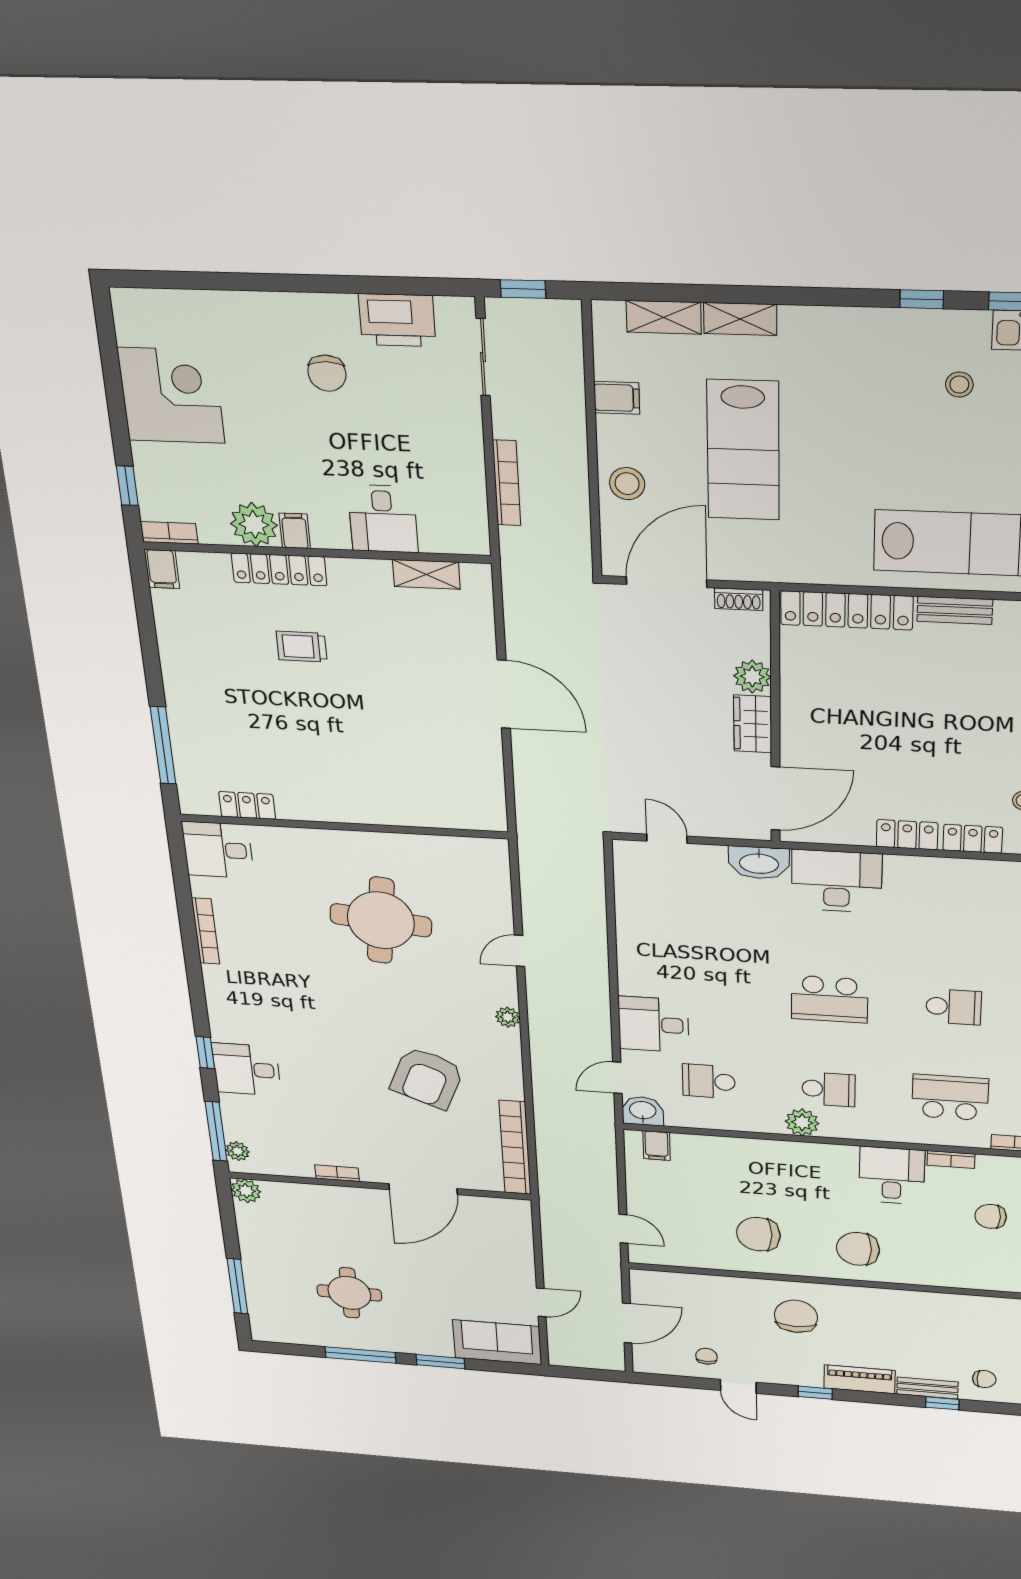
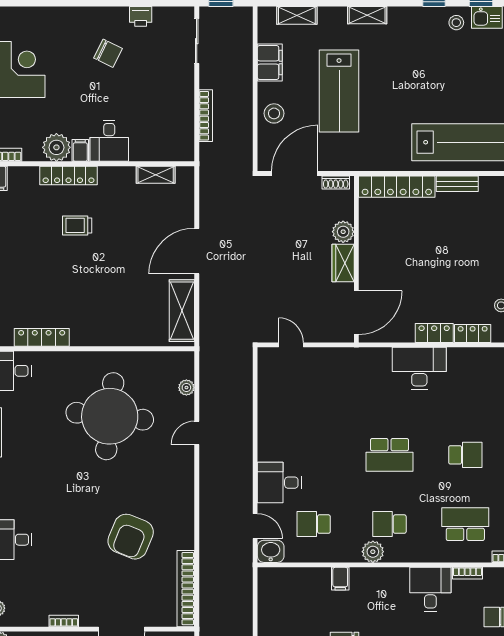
shelving: (740, 319) -> (367, 15), moved
printer: (397, 320) -> (141, 16), width x0.53, depth x0.68
chair: (327, 373) -> (108, 53), turned -64
stool: (959, 385) -> (456, 23), moved
filing cabinet: (617, 398) -> (270, 63), width x2.00
desk: (383, 519) -> (109, 141), moved
door: (504, 694) -> (197, 251), swing flipped
shelving: (485, 780) -> (182, 311), added
locker: (247, 805) -> (42, 337), width x1.53
washbasin: (759, 863) -> (346, 358), removed
desk: (837, 881) -> (419, 368), moved
round table: (381, 920) -> (110, 416), width x1.36, depth x1.36
plant: (508, 1017) -> (186, 388), moved
door: (617, 1078) -> (255, 526), swing flipped
school desk: (829, 1089) -> (389, 524), turned 180
filing cabinet: (657, 1146) -> (340, 579), moved

